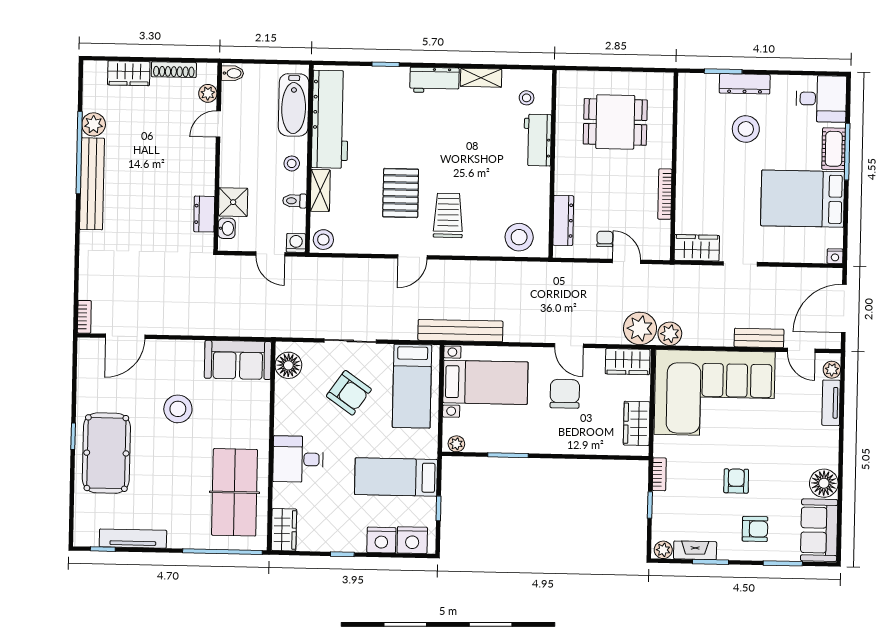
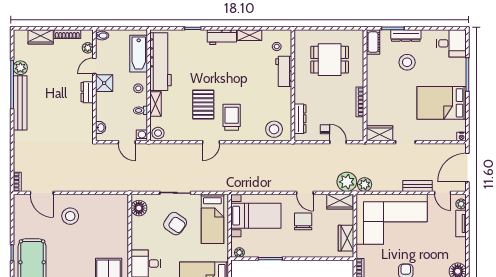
cot: (834, 149) -> (373, 42), moved
shower: (233, 202) -> (104, 83), moved
dresser: (204, 214) -> (87, 92), moved
bench: (460, 331) -> (240, 185), removed
door: (125, 336) -> (42, 193), hinge flipped
sofa: (238, 360) -> (109, 205), removed
stool: (178, 409) -> (70, 216), moved

